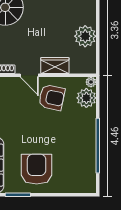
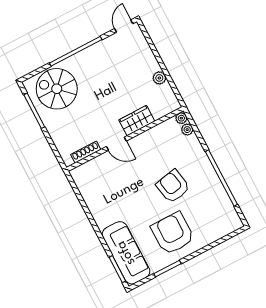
plant: (85, 36) -> (159, 78), width x0.53, depth x0.53
armchair: (52, 97) -> (173, 186), moved, turned -113
plant: (86, 98) -> (187, 130), width x0.53, depth x0.53

